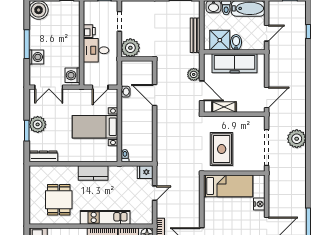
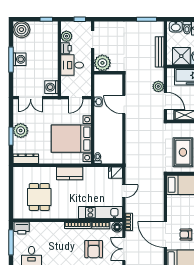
plant: (90, 17) -> (66, 36), added
washing machine: (36, 57) -> (19, 59), moved
bed with nightstands: (95, 127) -> (71, 139), width x1.36
kitchen unit: (105, 217) -> (100, 213), moved

